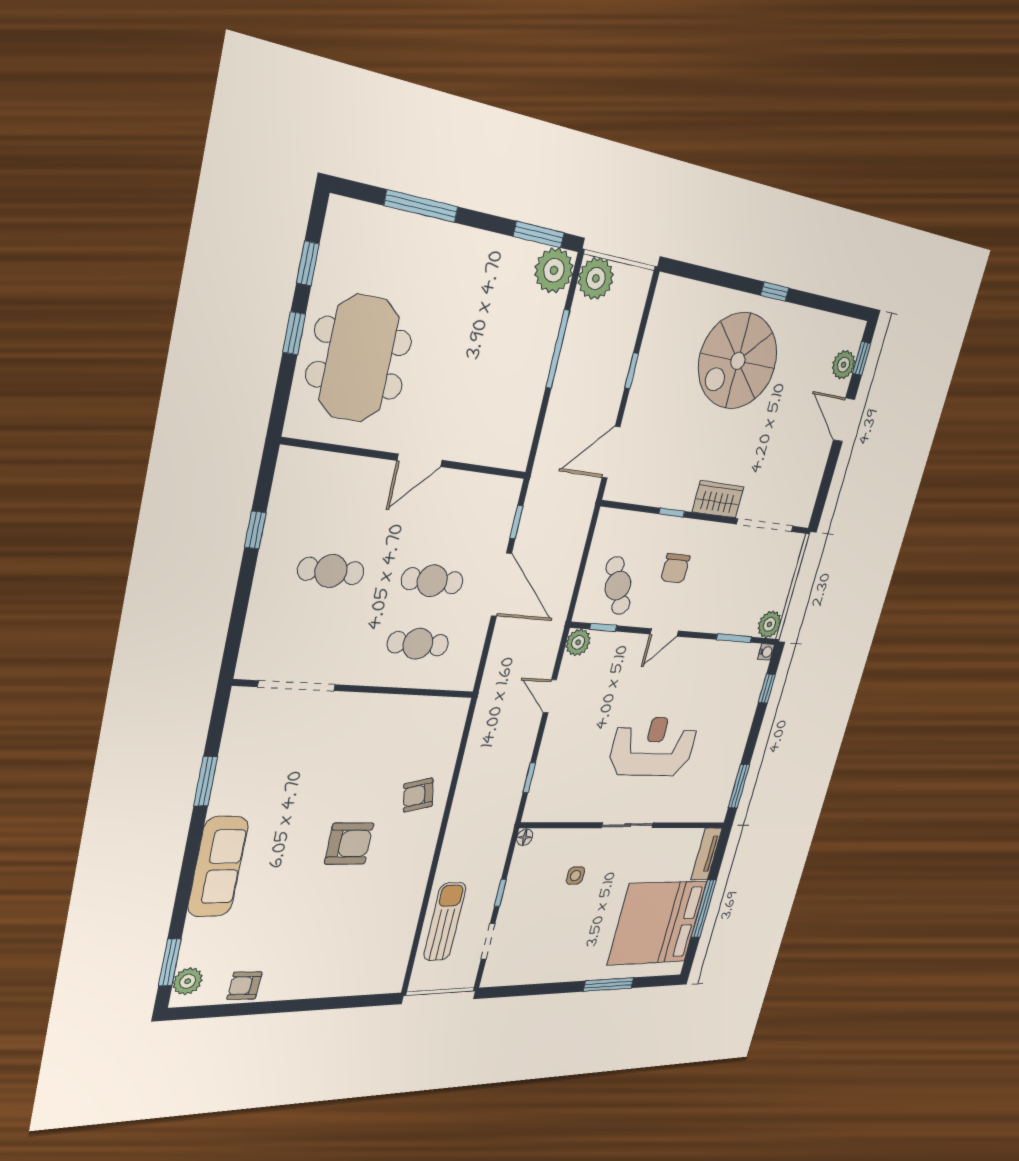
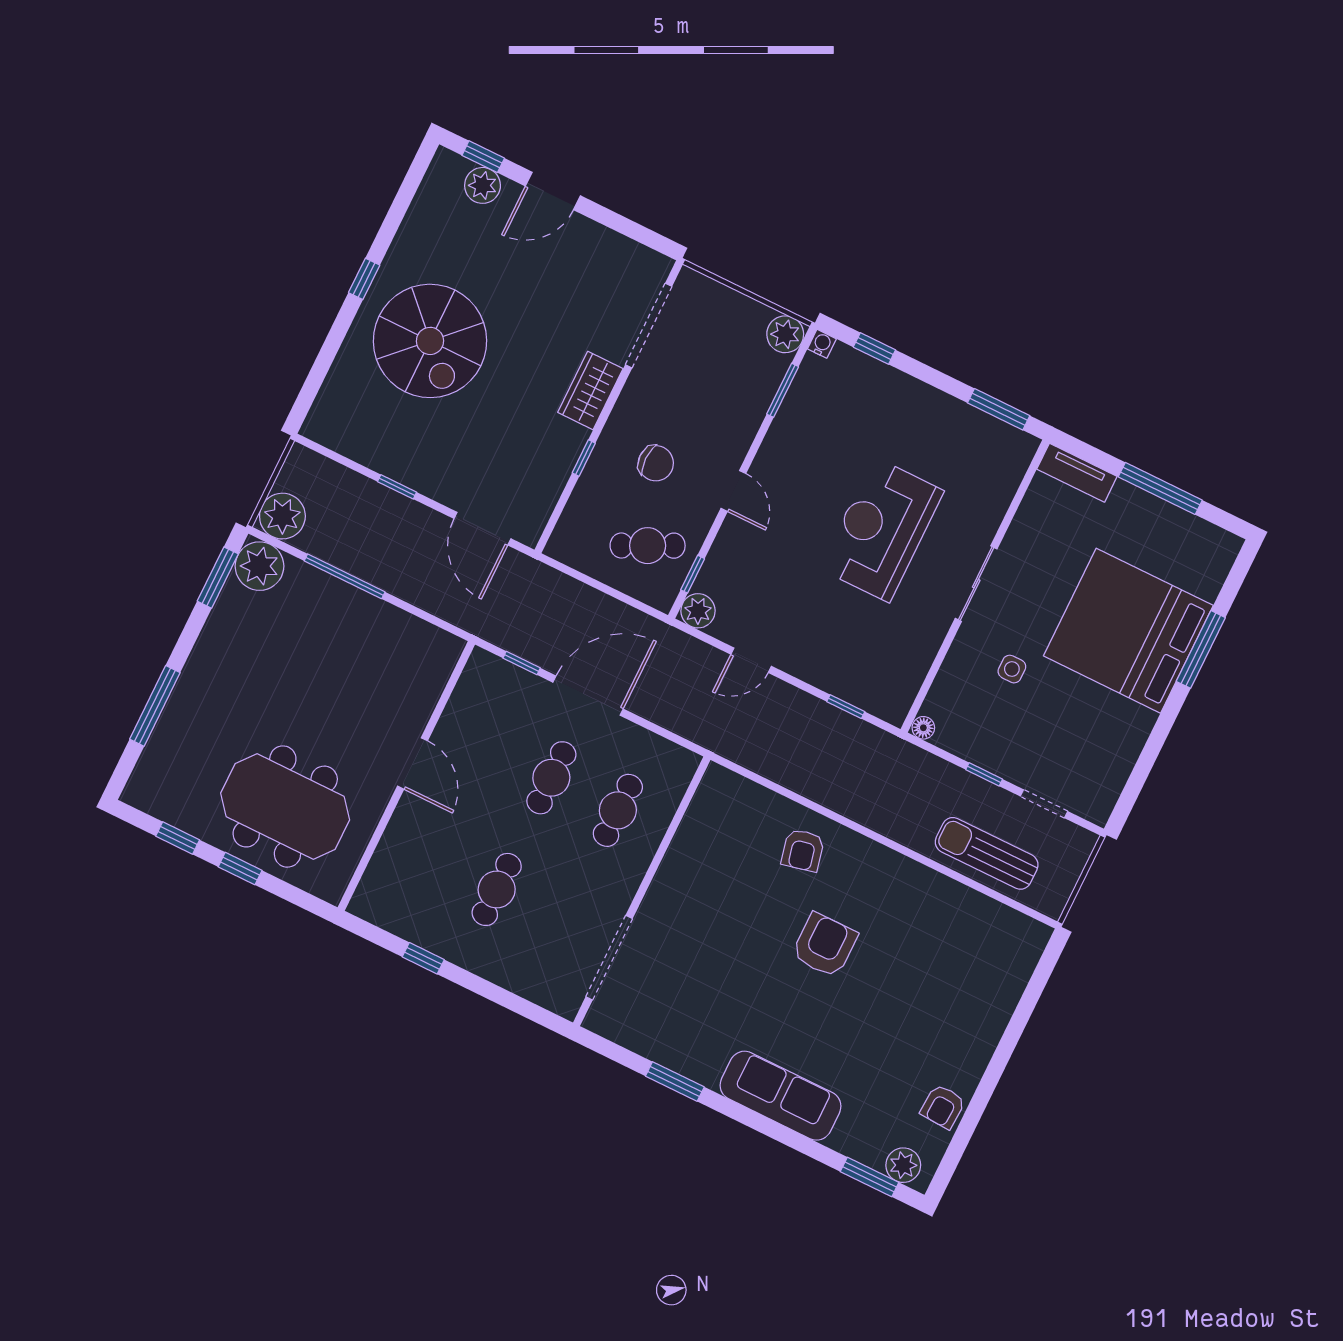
bed: (657, 923) -> (1128, 631), moved, turned 90

